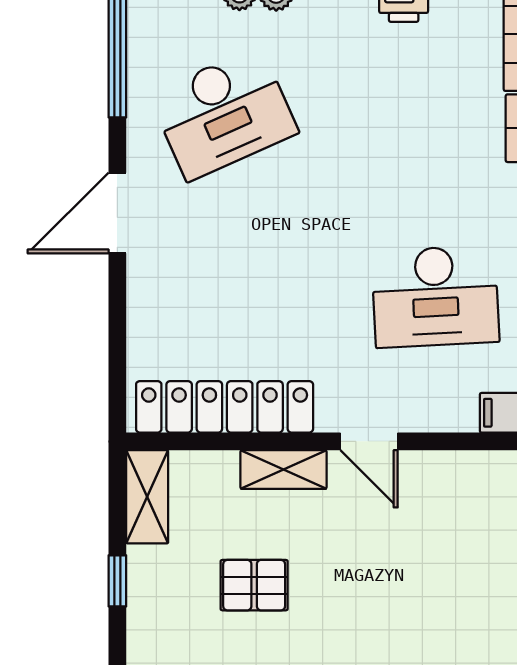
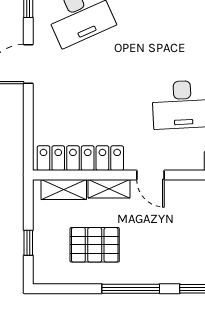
shelving: (147, 497) -> (64, 189), moved, turned 90
pallet: (254, 585) -> (95, 245), width x1.50, depth x1.42

